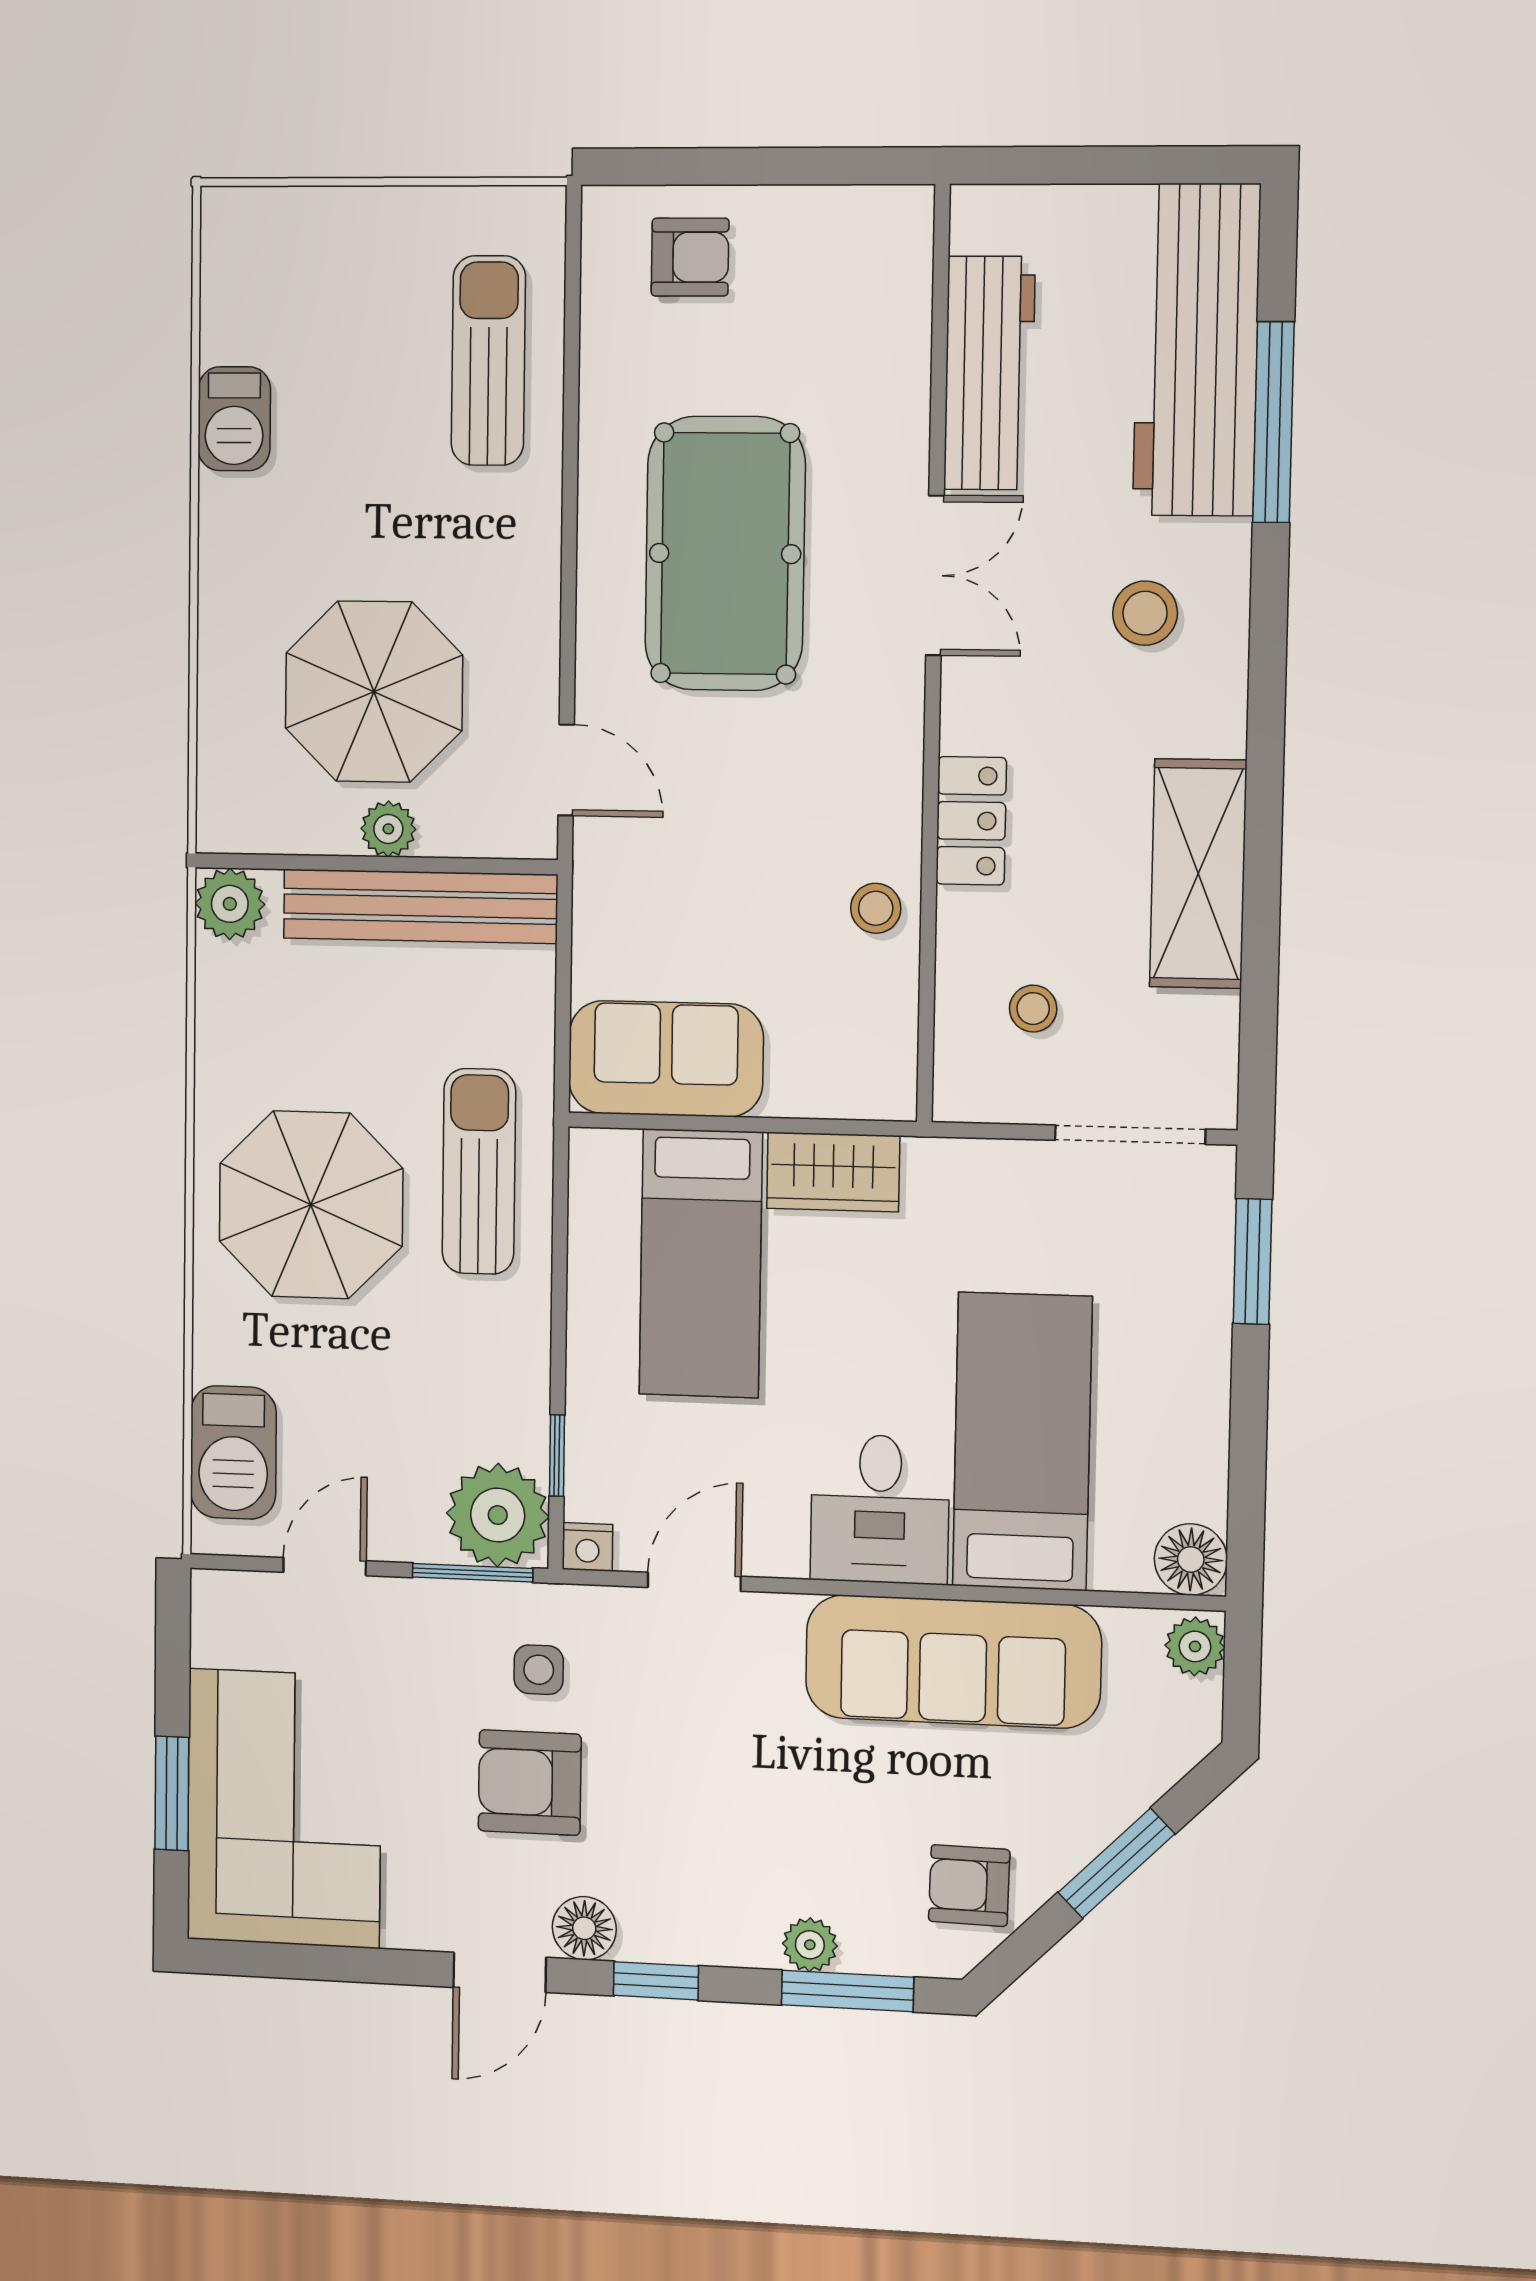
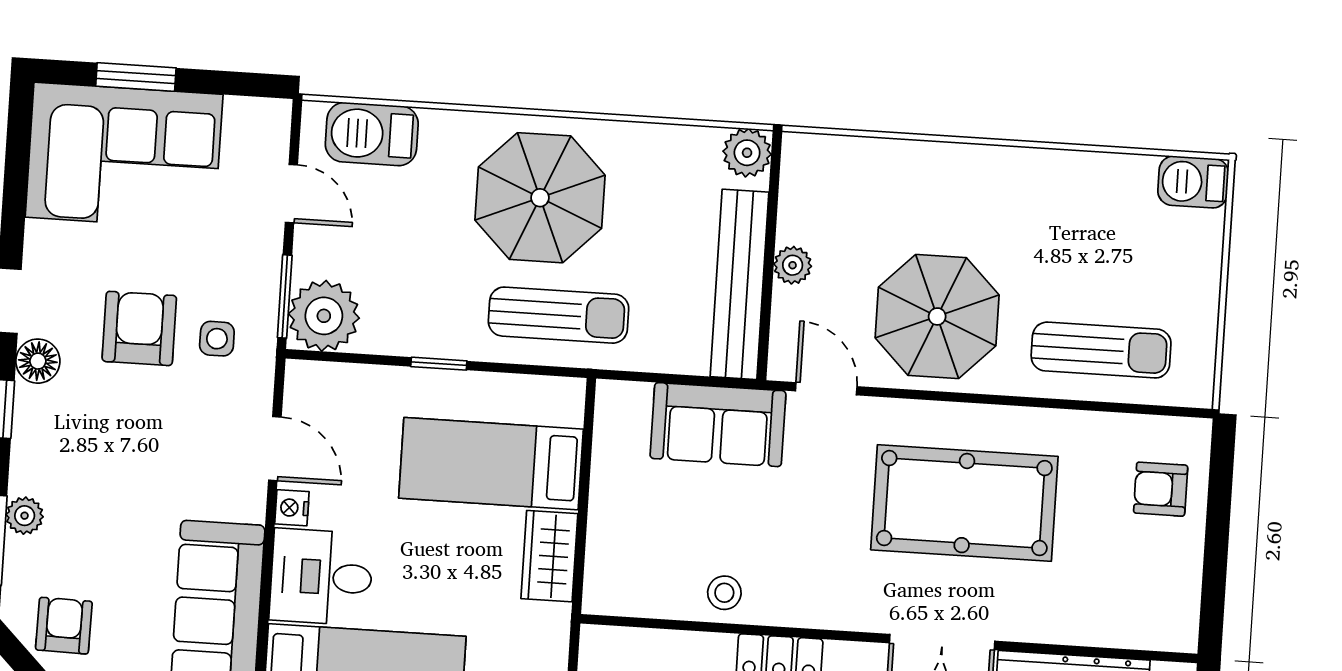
armchair: (690, 257) -> (1161, 489), turned 90
barbecue: (234, 419) -> (1193, 182), moved
parasol: (374, 692) -> (937, 316), moved
door: (566, 770) -> (826, 389), swing flipped
sofa: (666, 1059) -> (718, 425), moved, turned 90
window: (557, 1456) -> (439, 364), moved
nightstand: (587, 1547) -> (292, 508), moved

